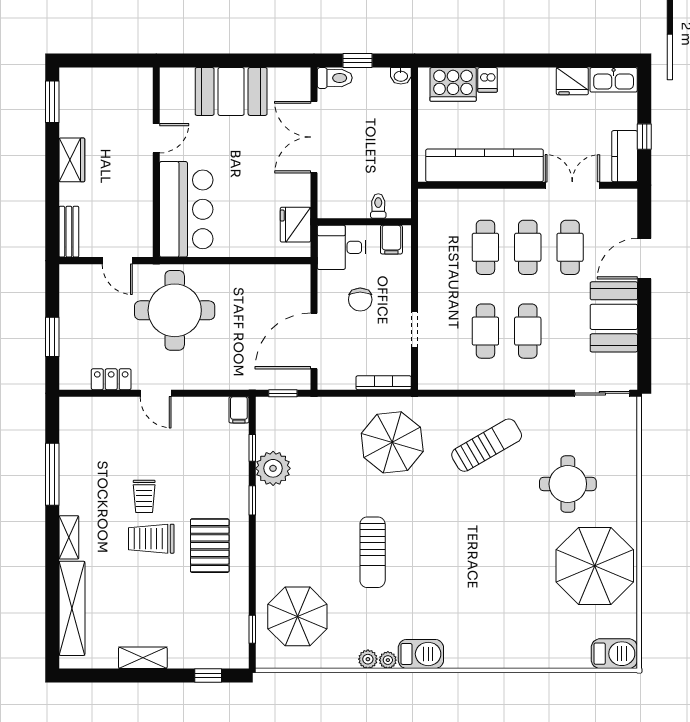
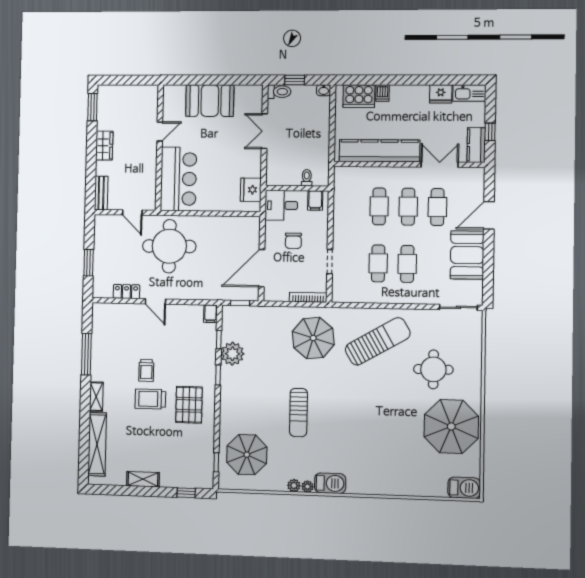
double door: (314, 137) -> (264, 131), width x0.73
sun lounger: (487, 445) -> (378, 341), width x1.36, depth x1.34

